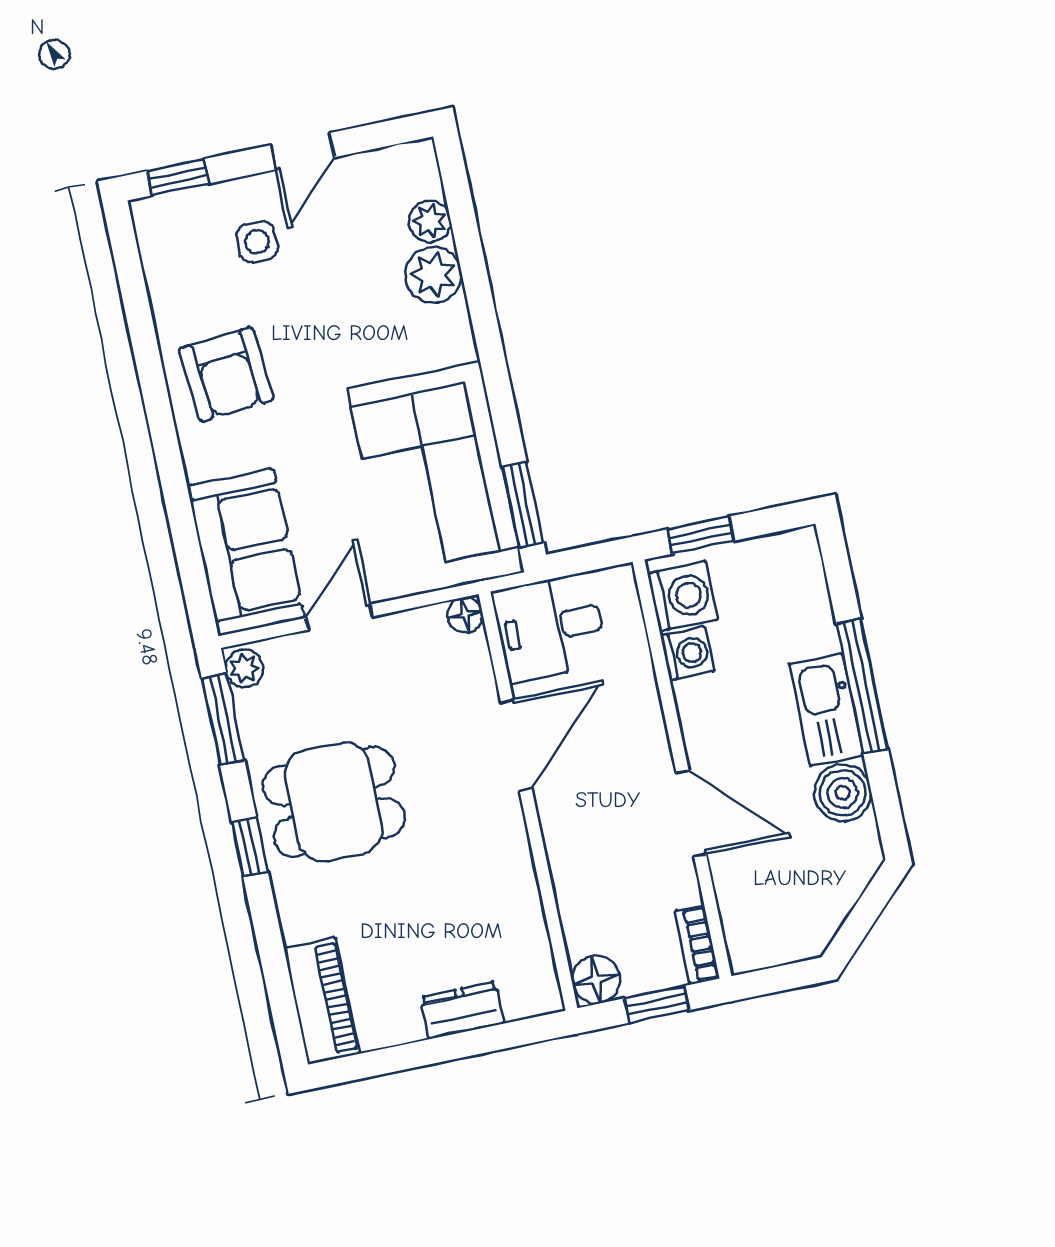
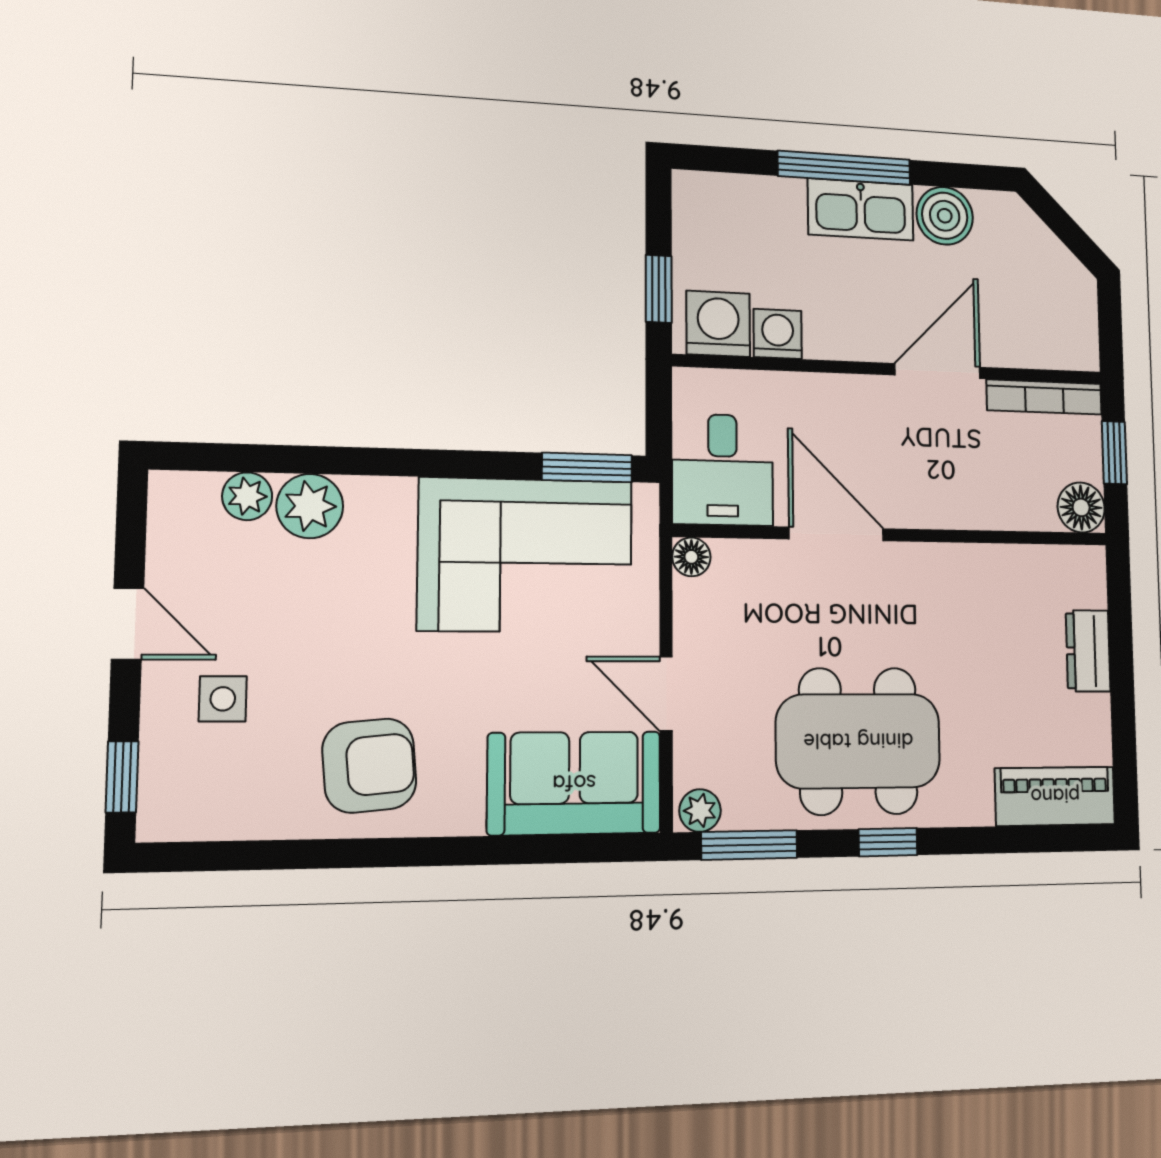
dining table: (334, 802) -> (858, 741), width x1.38
bookcase: (697, 945) -> (1044, 397), width x1.56

